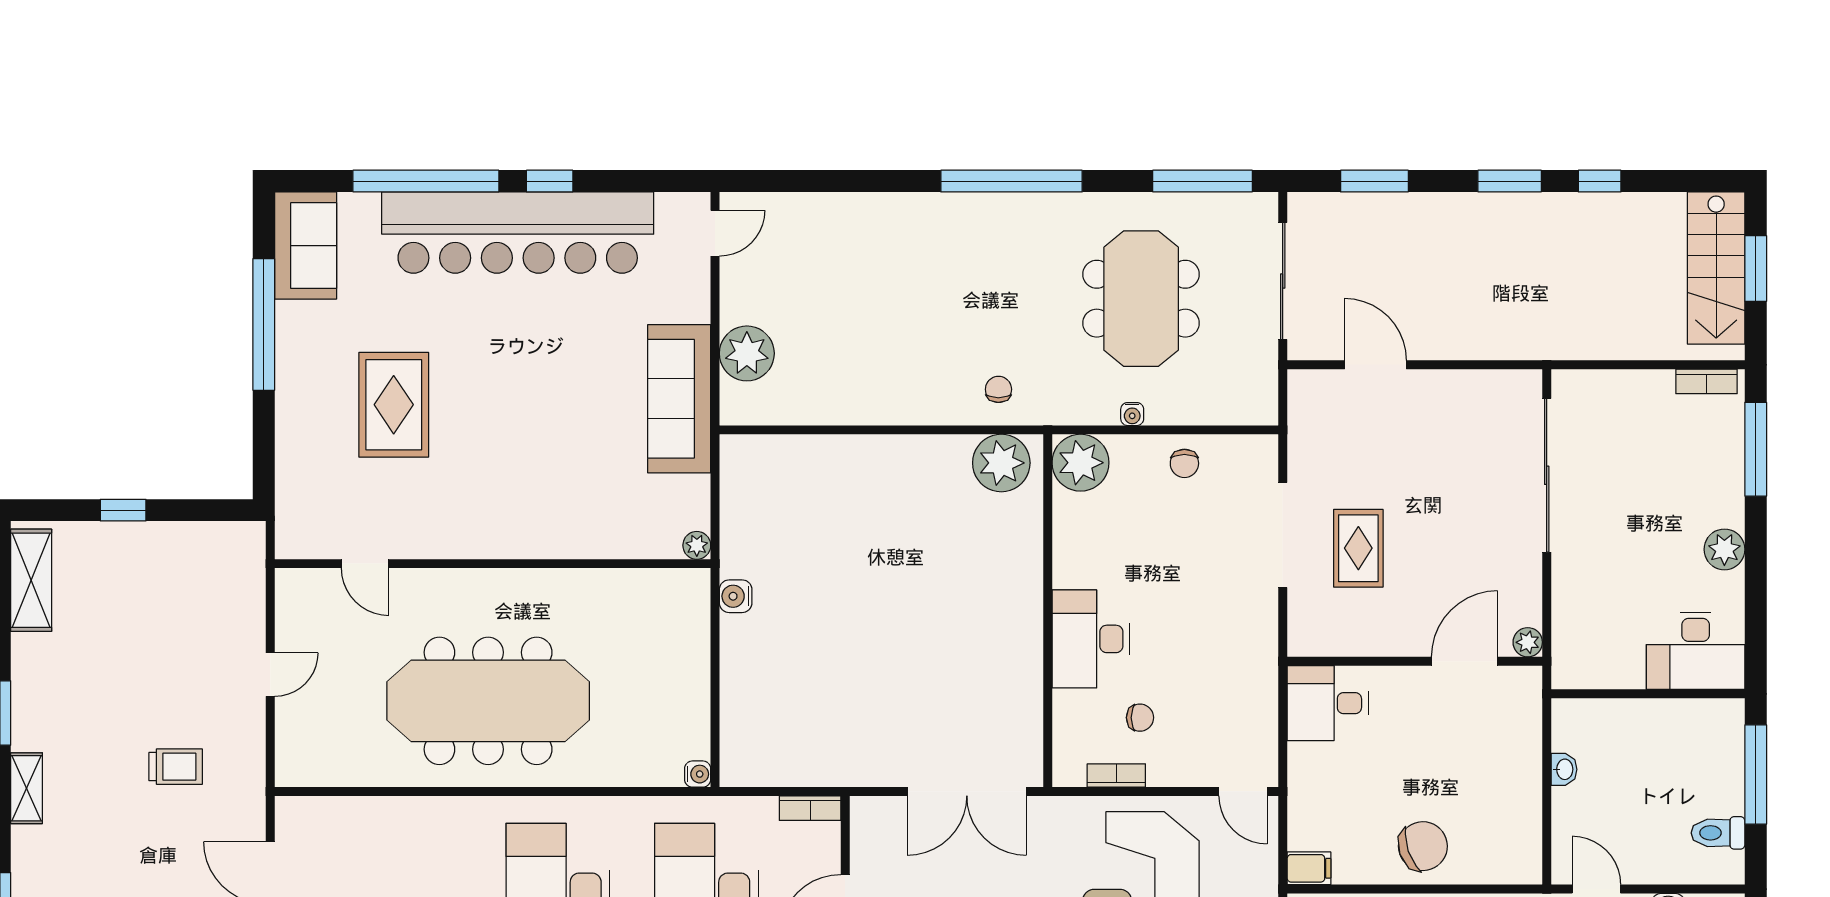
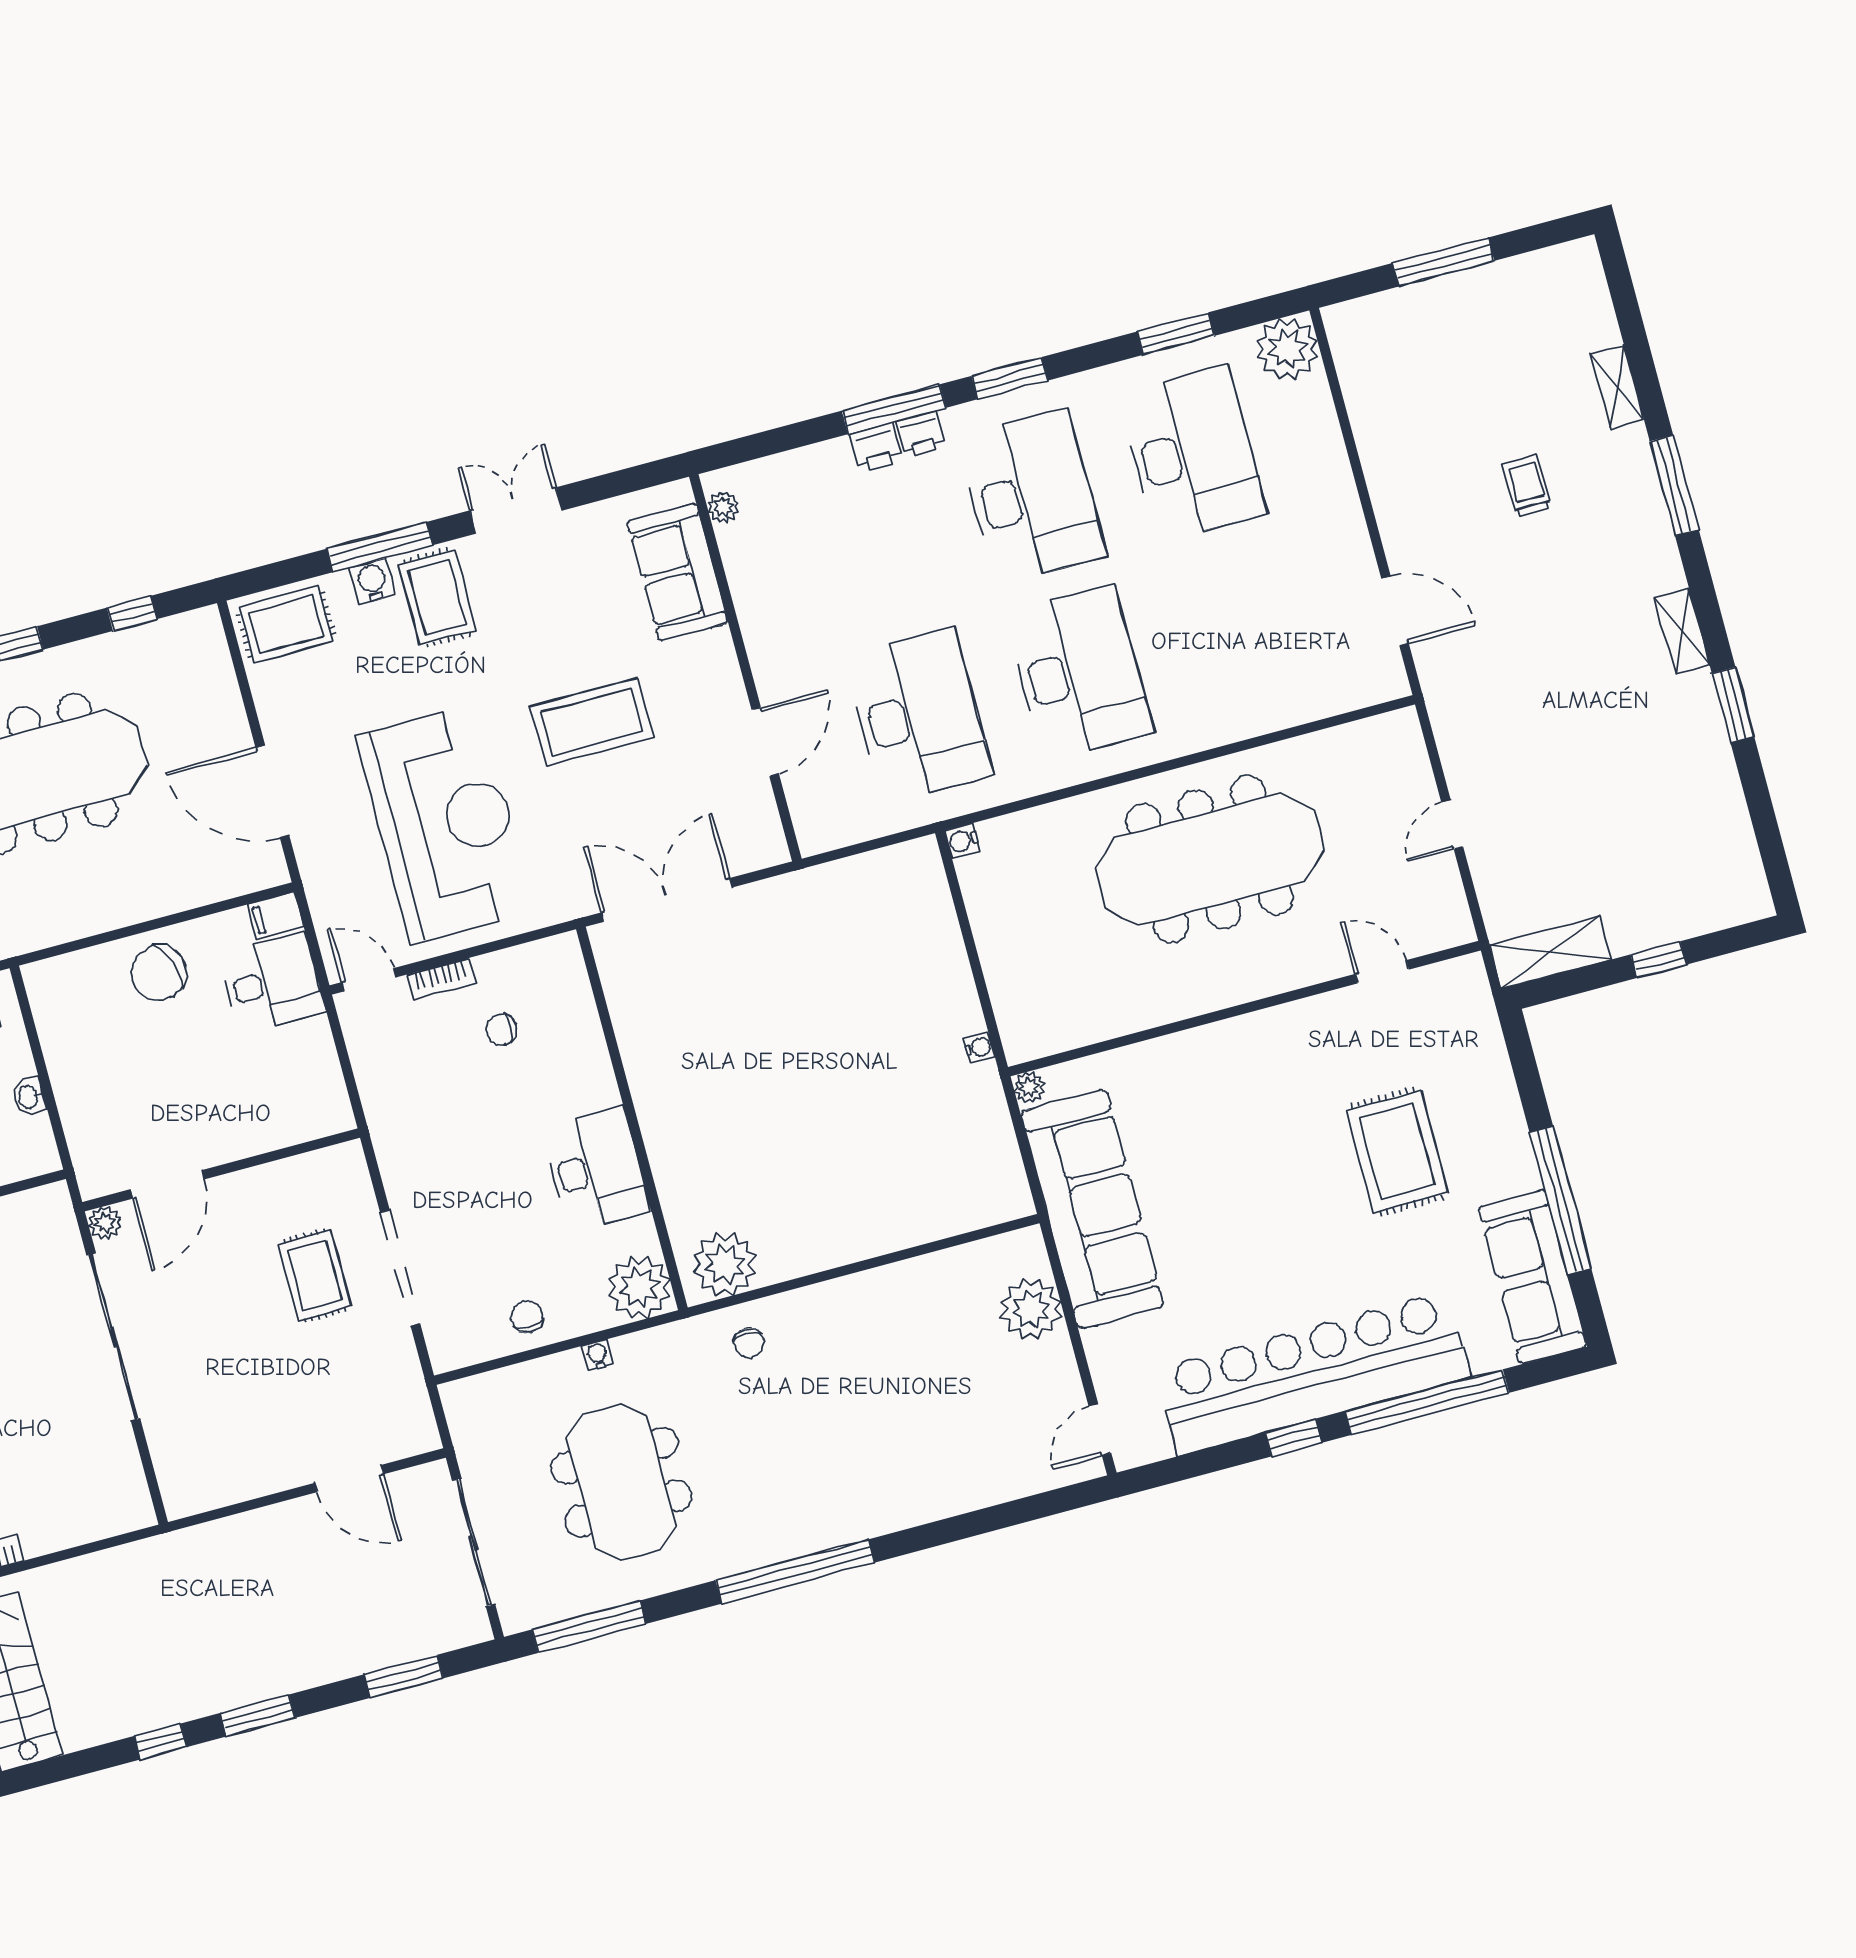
sofa: (306, 246) -> (1533, 1277), width x1.36
sofa: (679, 399) -> (1092, 1209), width x1.36, depth x1.27
sliding door: (1547, 475) -> (113, 1337), moved
shelving: (31, 580) -> (1551, 952), moved, turned 90
water cooler: (736, 596) -> (979, 1047), width x0.72, depth x0.72
desk: (1091, 639) -> (596, 1169), moved
desk: (1328, 703) -> (272, 983), moved
trolley: (176, 767) -> (1528, 698), removed
bookcase: (1116, 775) -> (441, 979), moved
bookcase: (810, 808) -> (831, 837), removed

